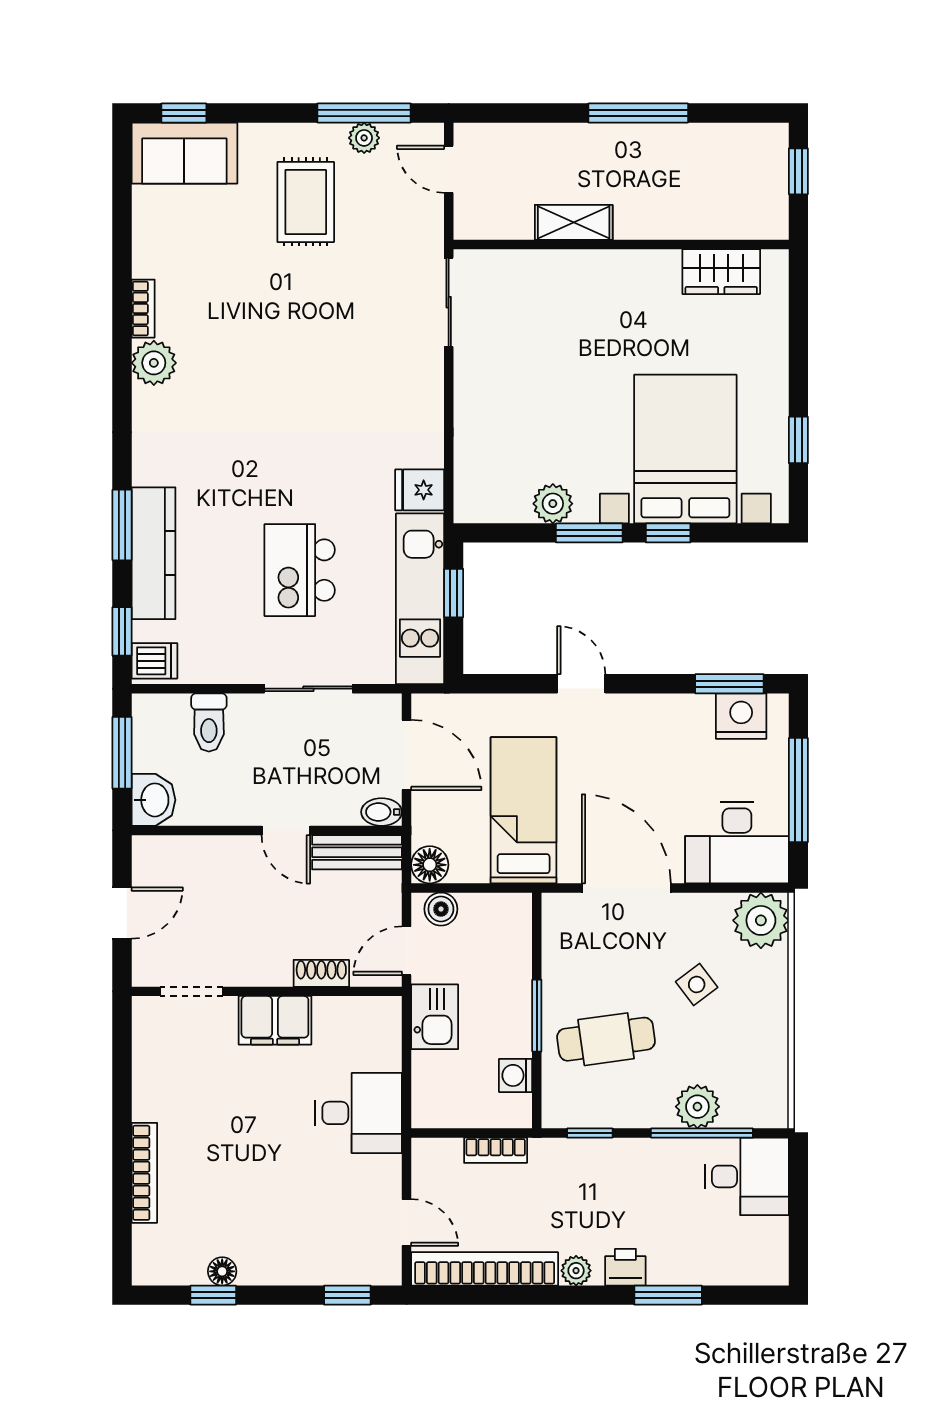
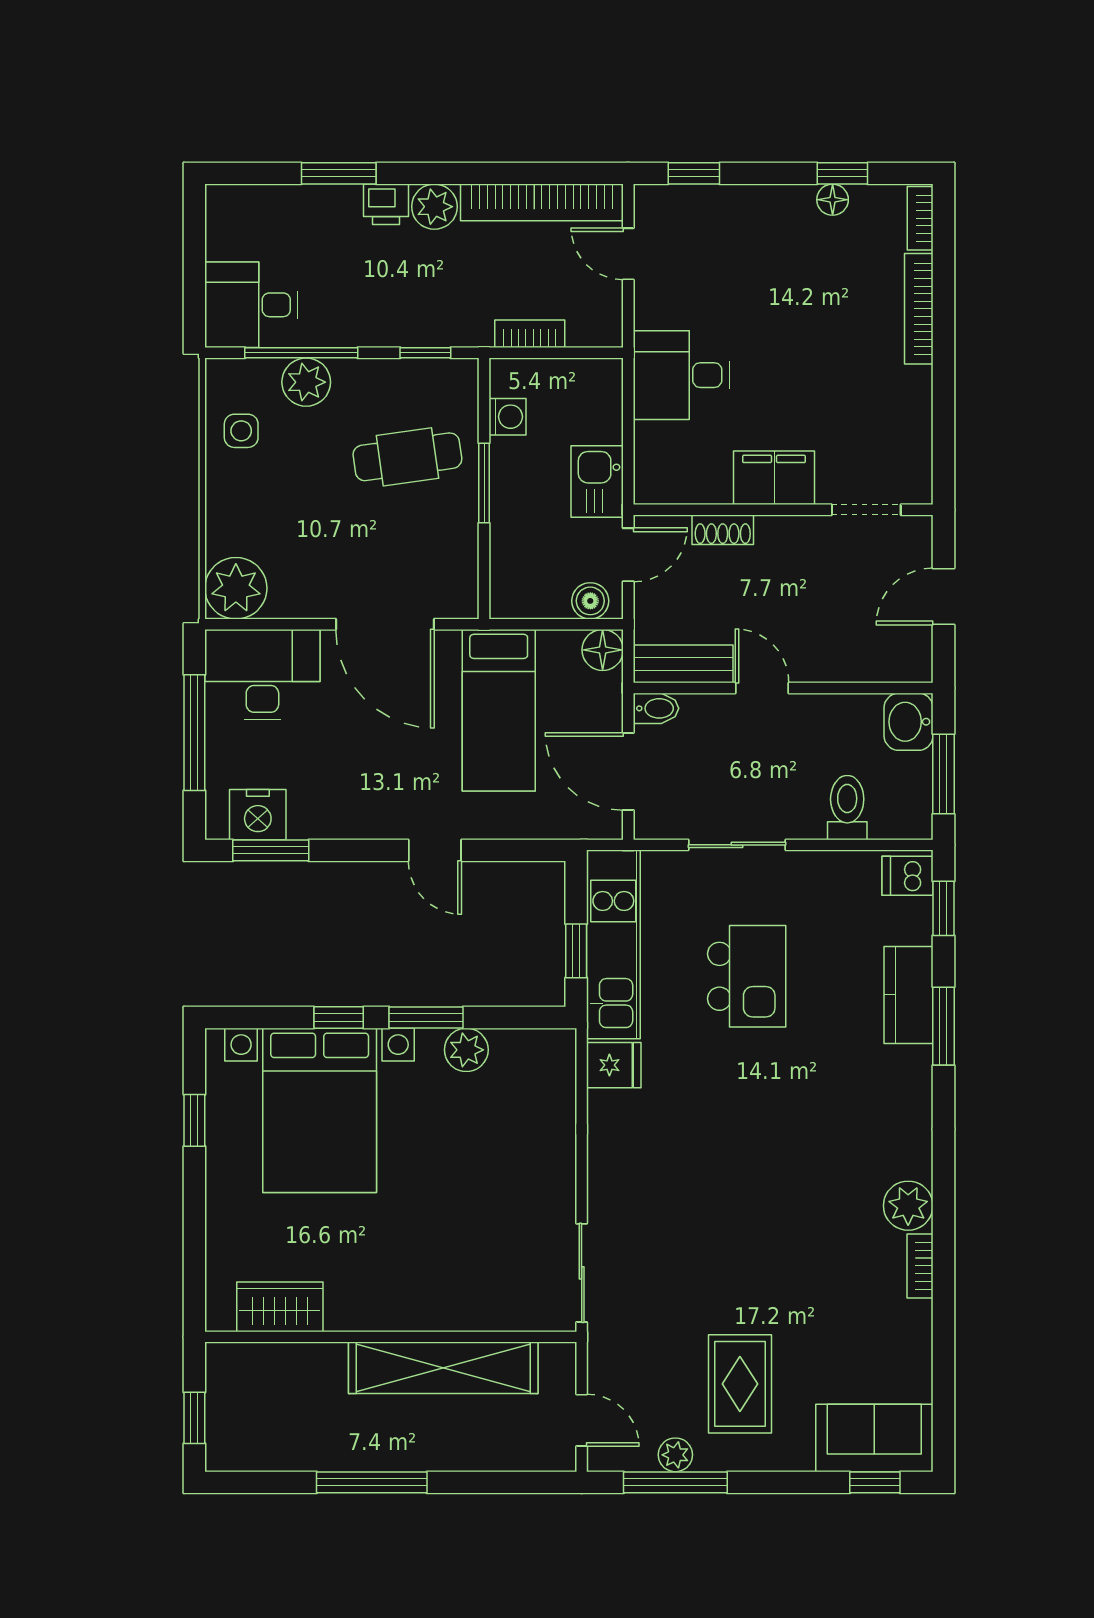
shelving: (574, 222) -> (443, 1368), width x2.20, depth x1.33
kitchen counter: (154, 553) -> (909, 995), width x0.67
side table: (697, 984) -> (241, 431), moved, turned 37
bookcase: (143, 1255) -> (920, 218), added
plant: (576, 1271) -> (434, 207), width x1.38, depth x1.38

